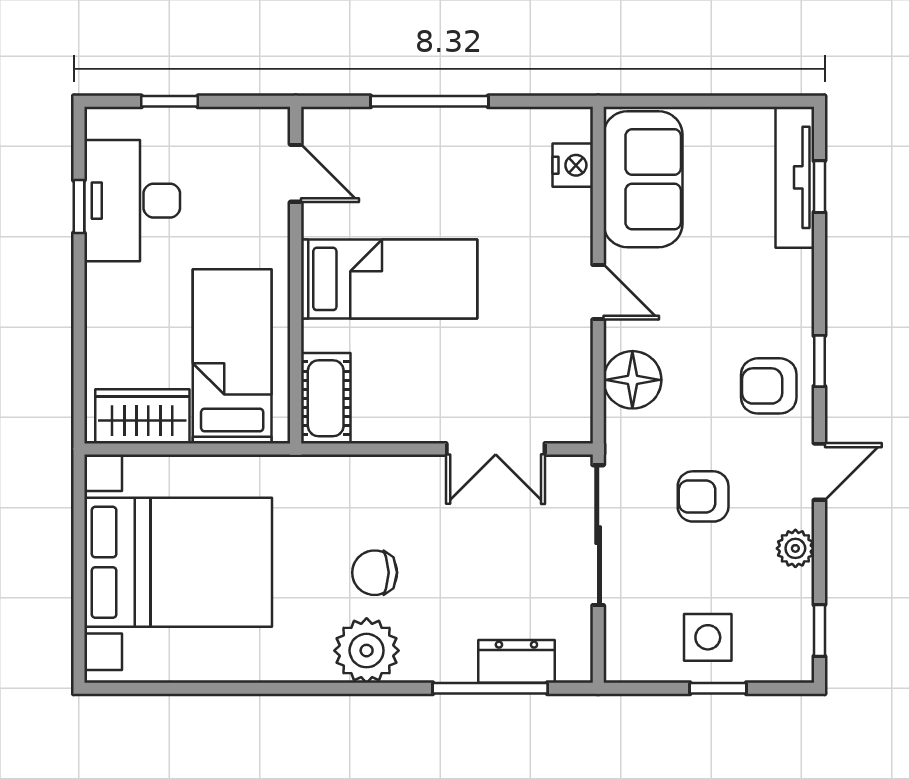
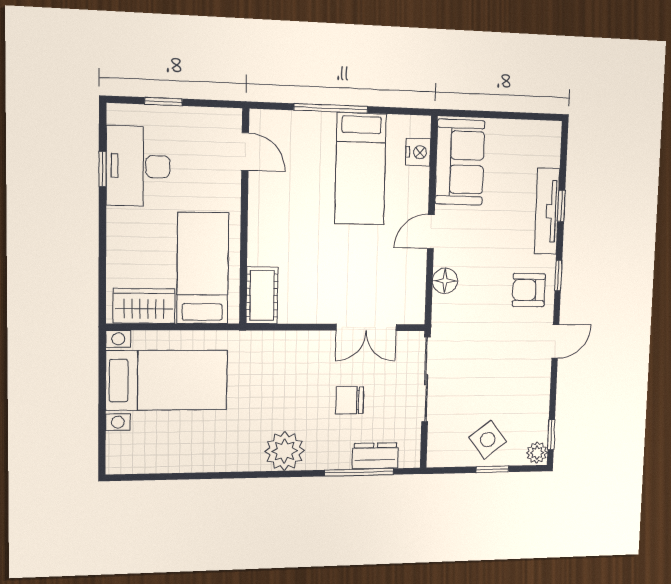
tv unit: (795, 177) -> (547, 211), moved
window: (819, 187) -> (561, 206), moved
bed: (389, 279) -> (360, 169), moved, turned 90
door: (598, 292) -> (431, 232), swing flipped
floor lamp: (632, 380) -> (445, 281), width x0.73, depth x0.73
armchair: (703, 496) -> (488, 356), removed
plant: (795, 548) -> (537, 453), moved
bed with nightstands: (178, 562) -> (167, 380), width x0.73
chair: (375, 573) -> (350, 400), moved
side table: (708, 637) -> (488, 440), turned -37

